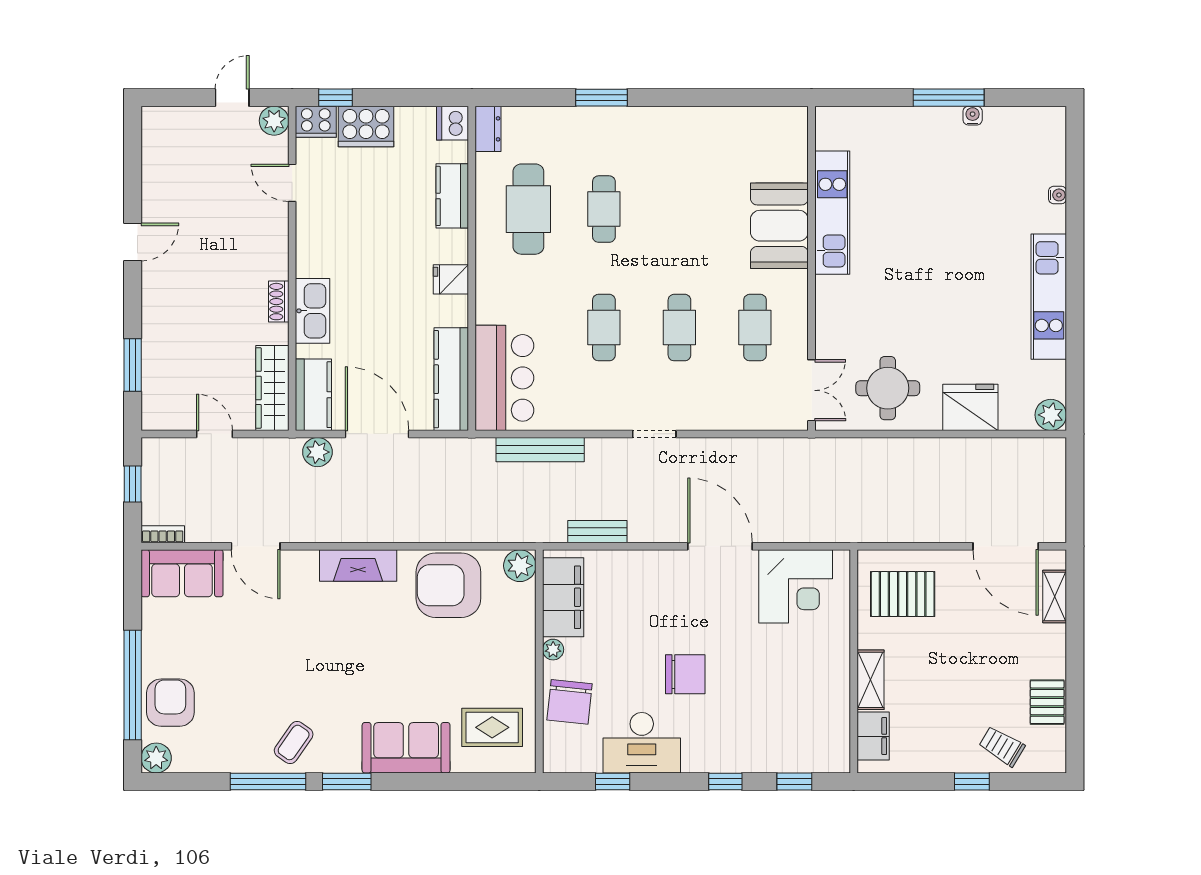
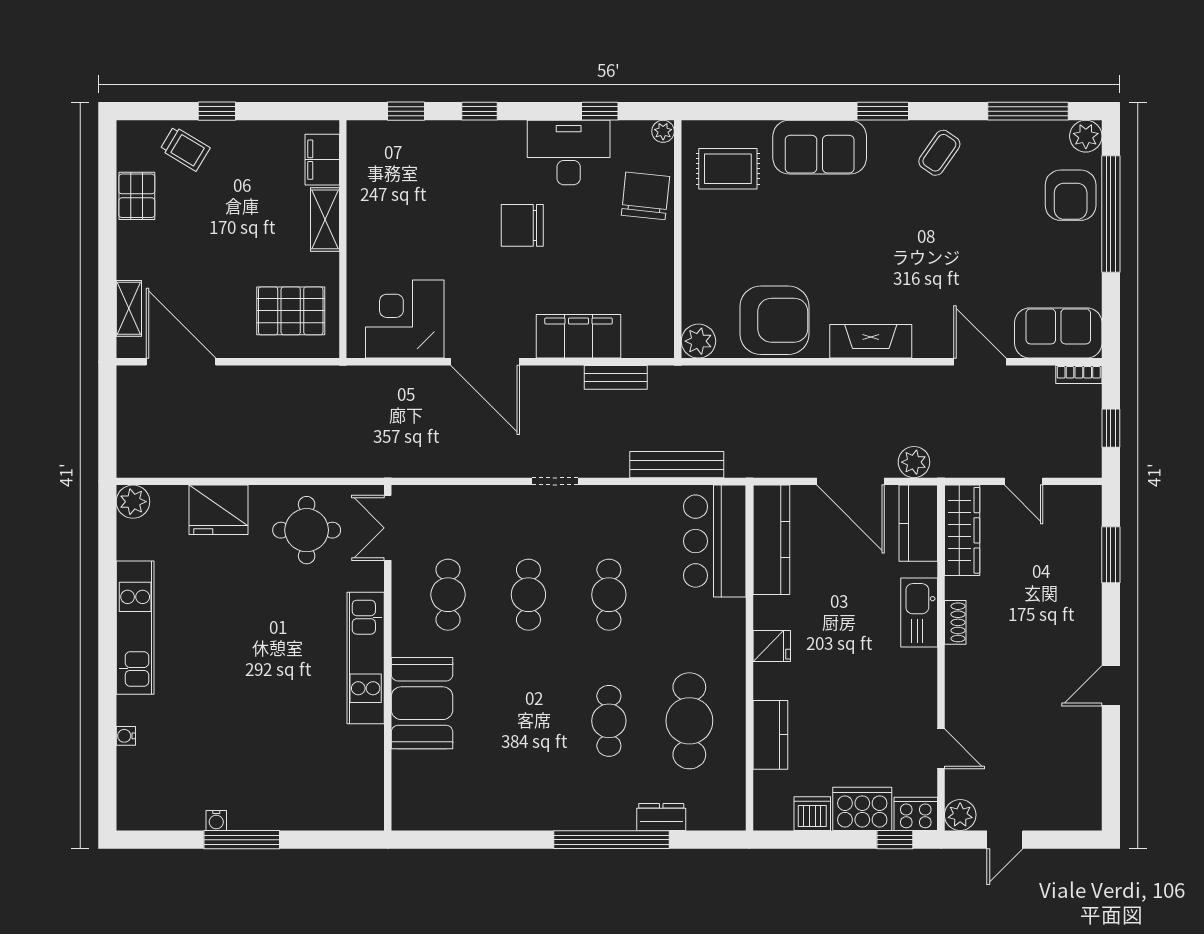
window: (601, 98) -> (612, 840), width x2.11
dishwasher: (453, 123) -> (812, 814), moved, turned -90
dresser: (488, 129) -> (661, 817), moved, turned 90
kitchen unit: (832, 213) -> (366, 658), moved
filing cabinet: (563, 597) -> (578, 336), moved, turned 90
plant: (553, 650) -> (663, 131), moved
window: (268, 782) -> (1028, 111), moved

